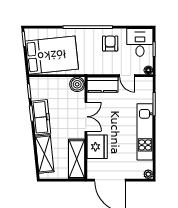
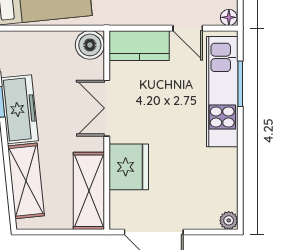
double door: (86, 117) -> (107, 108), swing flipped
kitchen unit: (145, 132) -> (222, 92), moved

